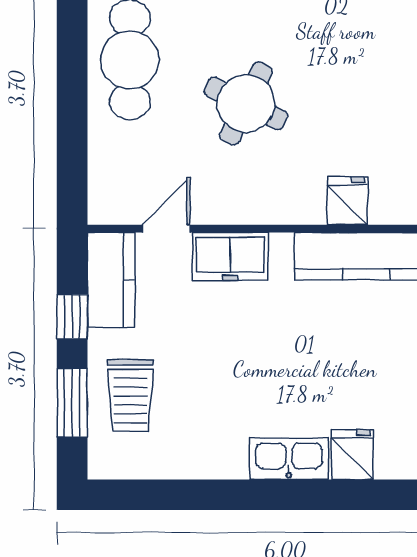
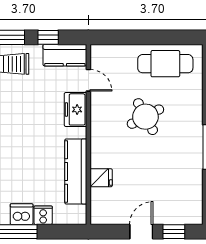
round table: (246, 103) -> (145, 117), turned 36
fridge: (347, 201) -> (101, 178), moved

